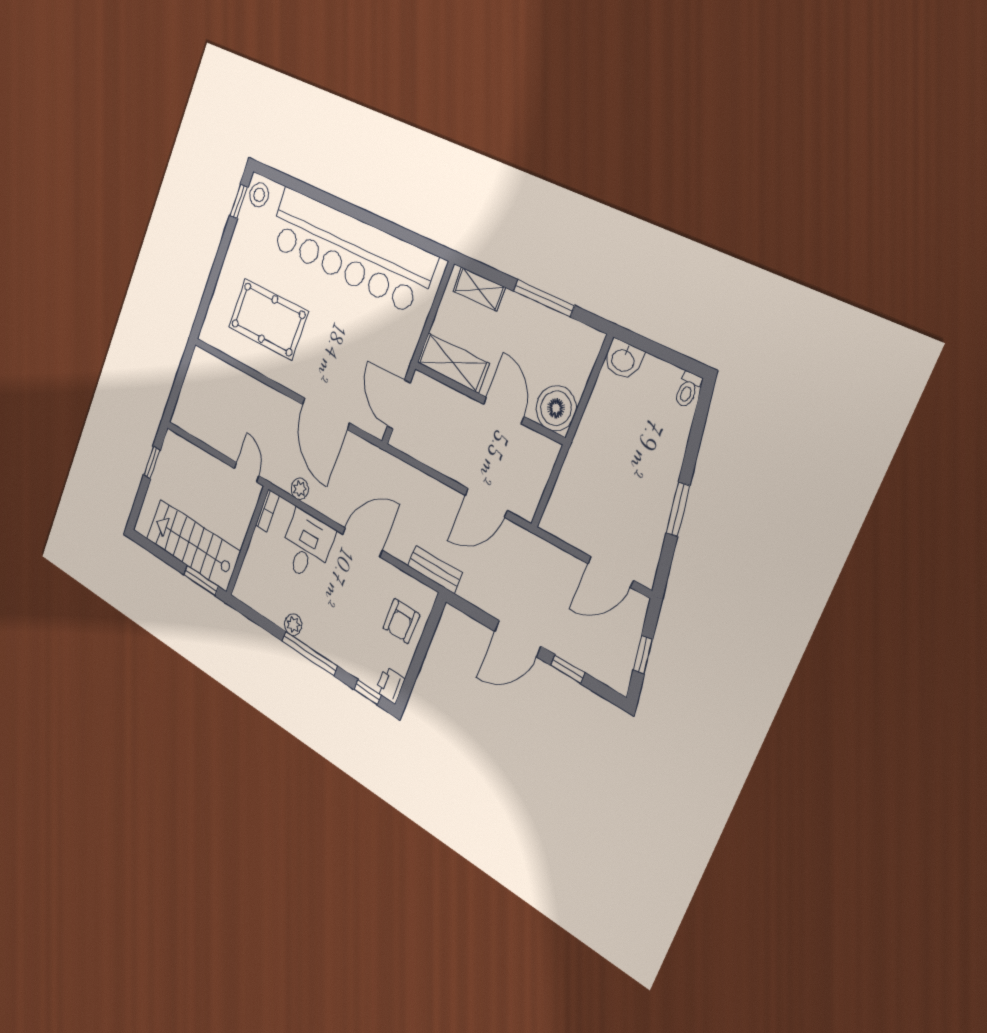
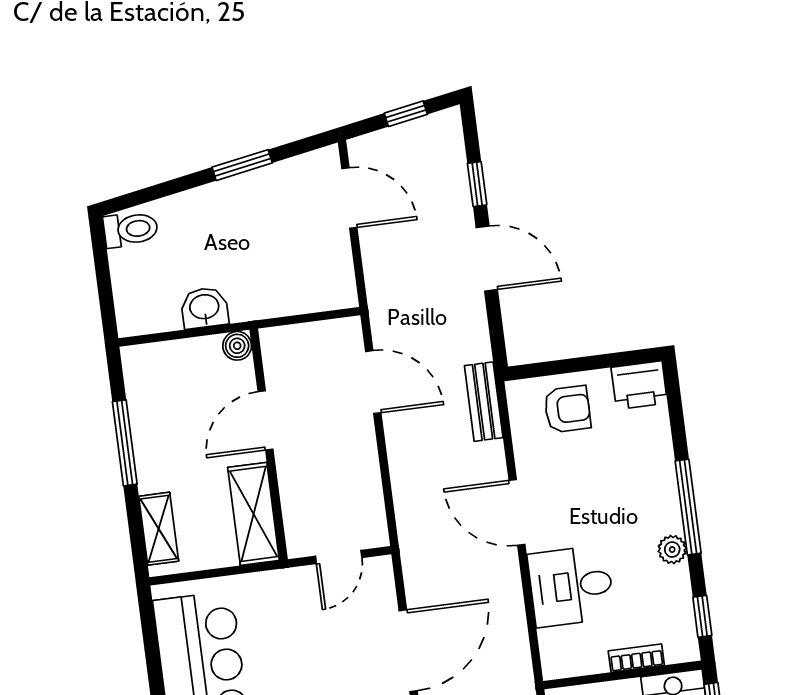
washbasin: (623, 360) -> (204, 308), moved, turned -90
toilet: (688, 390) -> (131, 229), width x1.37, depth x1.39
door: (399, 405) -> (339, 557), width x0.73
boiler: (556, 408) -> (237, 346), width x0.54, depth x0.54
plant: (300, 489) -> (514, 635), removed
bookcase: (267, 510) -> (636, 658), moved
printer: (390, 685) -> (639, 385), width x1.36, depth x1.24
window: (367, 692) -> (702, 616), moved

